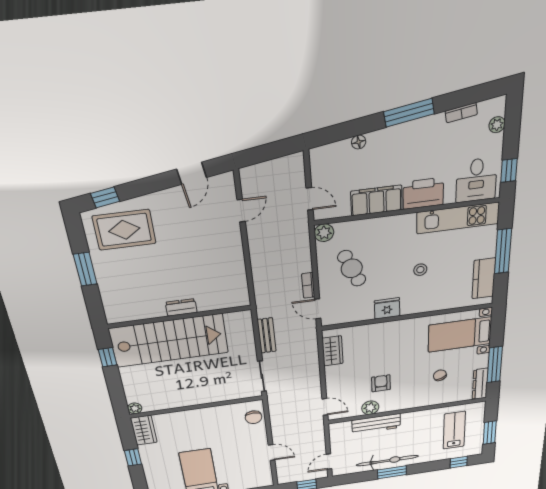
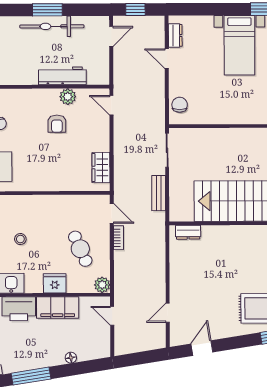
dresser: (181, 307) -> (188, 232), moved
fridge: (387, 308) -> (55, 283), moved, turned 180
dresser: (265, 472) -> (175, 36), added

